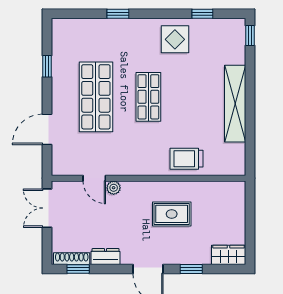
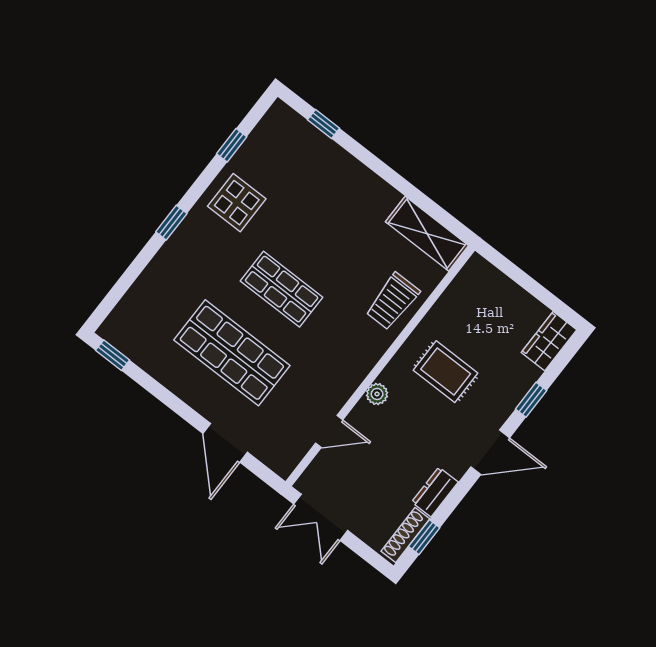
window: (118, 14) -> (171, 223), moved
window: (250, 35) -> (323, 124), moved
window: (47, 66) -> (113, 355), moved
shelving: (235, 104) -> (427, 234), moved, width x0.68
plant: (114, 188) -> (377, 394), moved
rug: (172, 214) -> (446, 372), turned 90

